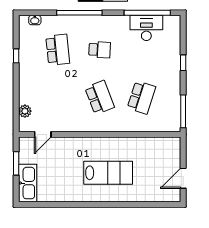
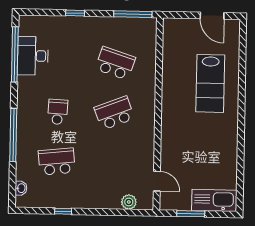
lab bench: (108, 173) -> (210, 83), moved, turned 180

